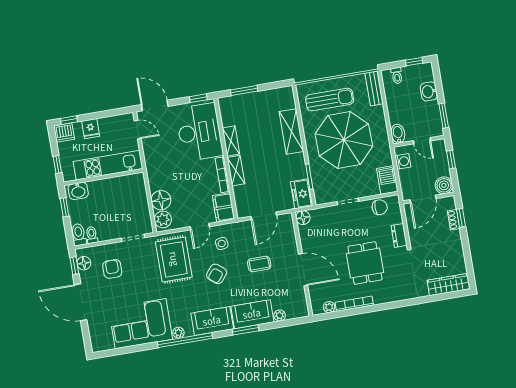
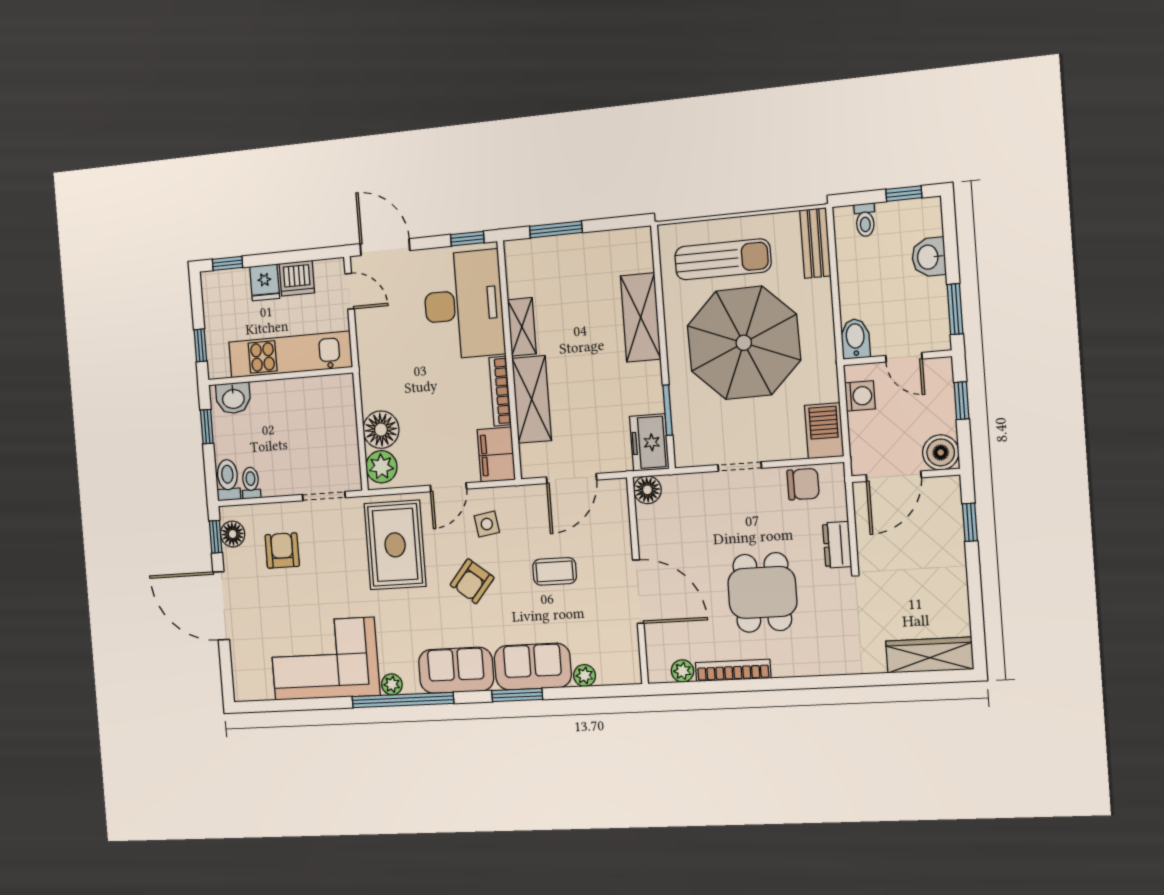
dishwasher: (64, 132) -> (297, 278), moved
shelving: (236, 171) -> (532, 399), width x1.50, depth x1.33
shoe rack: (454, 220) -> (954, 525), removed

